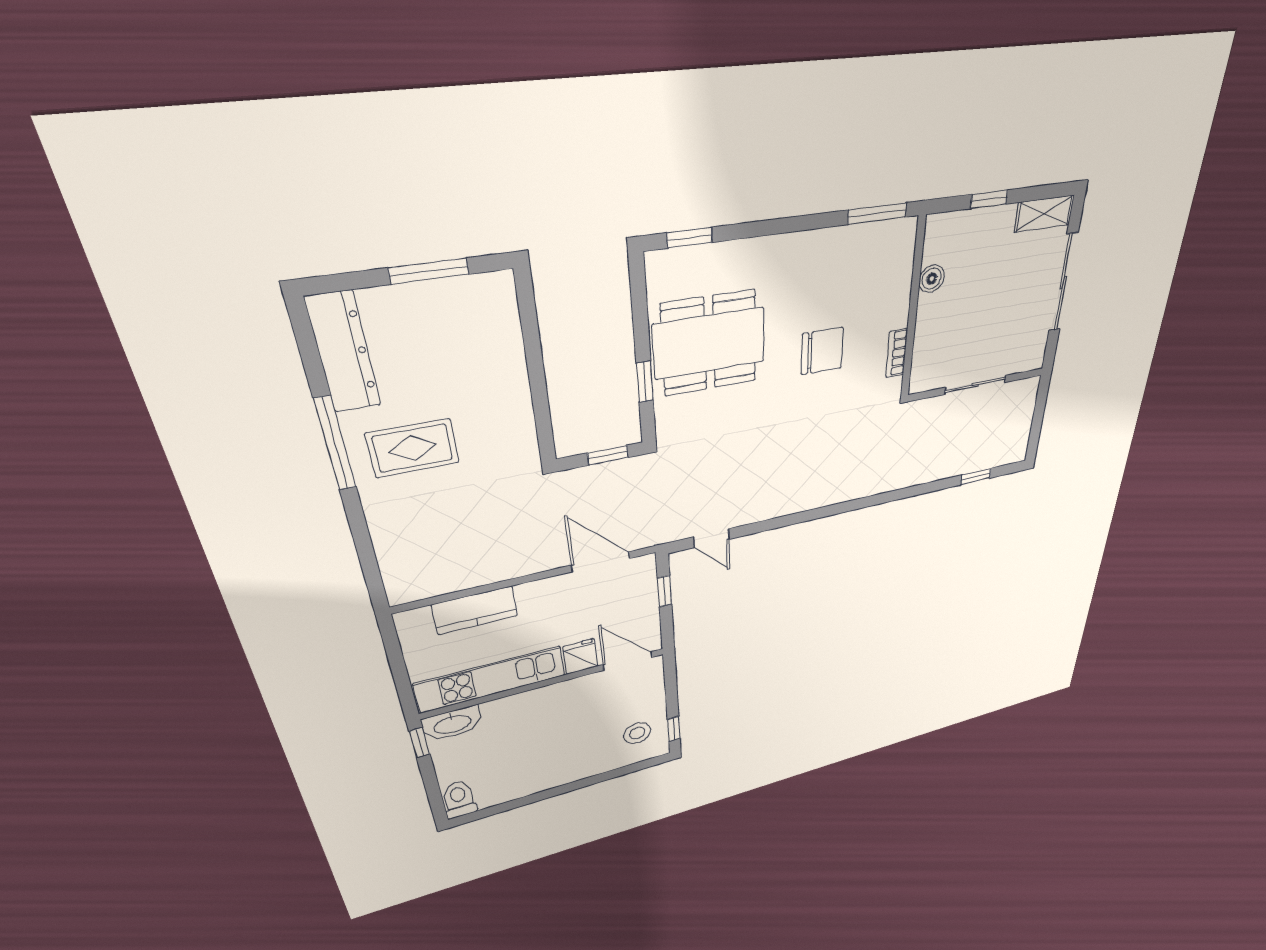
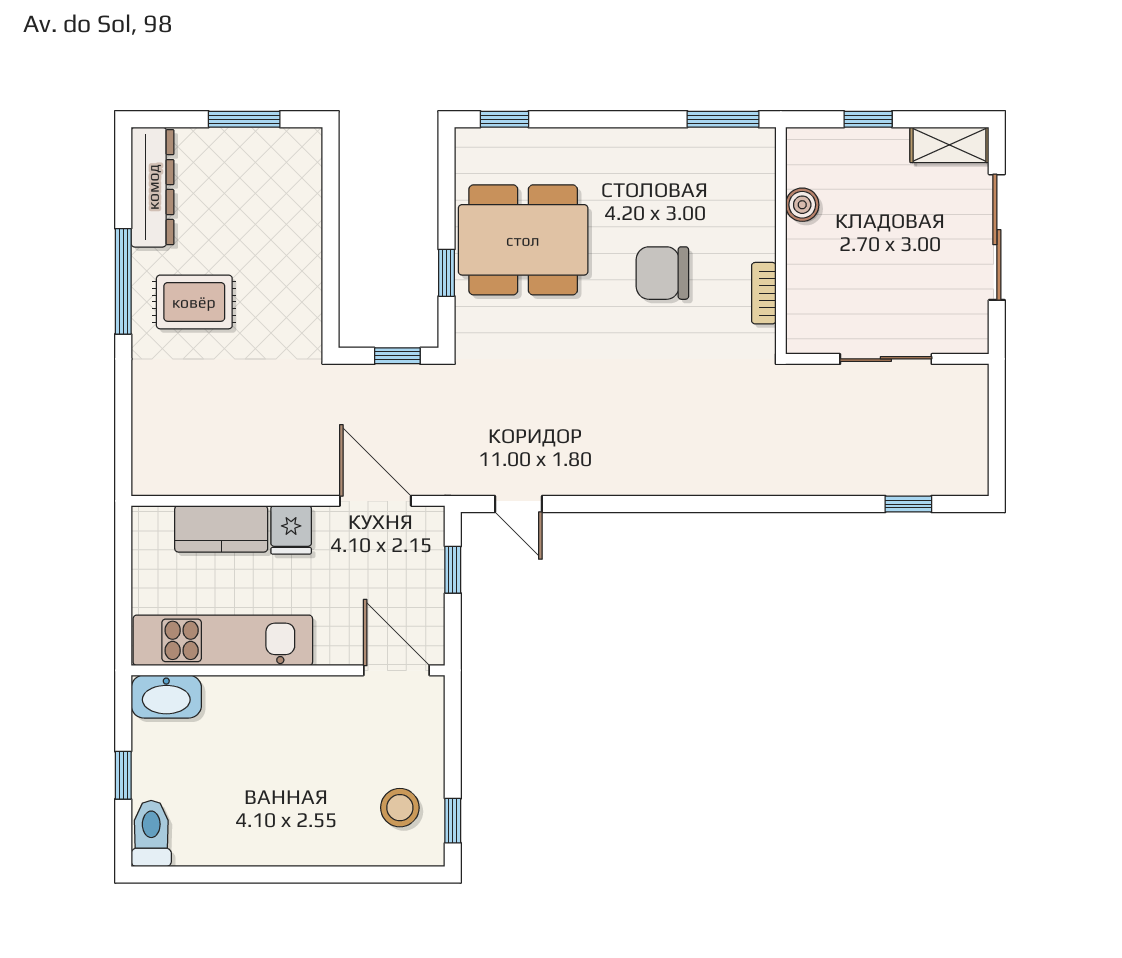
chair: (822, 351) -> (662, 273), turned 180
fridge: (580, 656) -> (291, 530), moved, turned 180
window: (420, 743) -> (123, 775), moved

